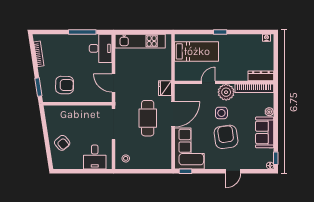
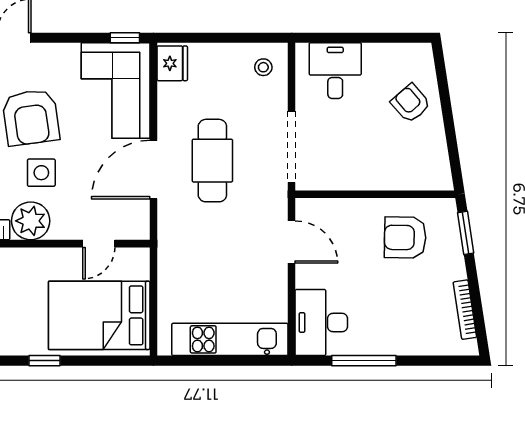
bed: (197, 51) -> (99, 315), width x1.50
door: (208, 82) -> (99, 244), moved
fridge: (165, 88) -> (172, 63), moved

